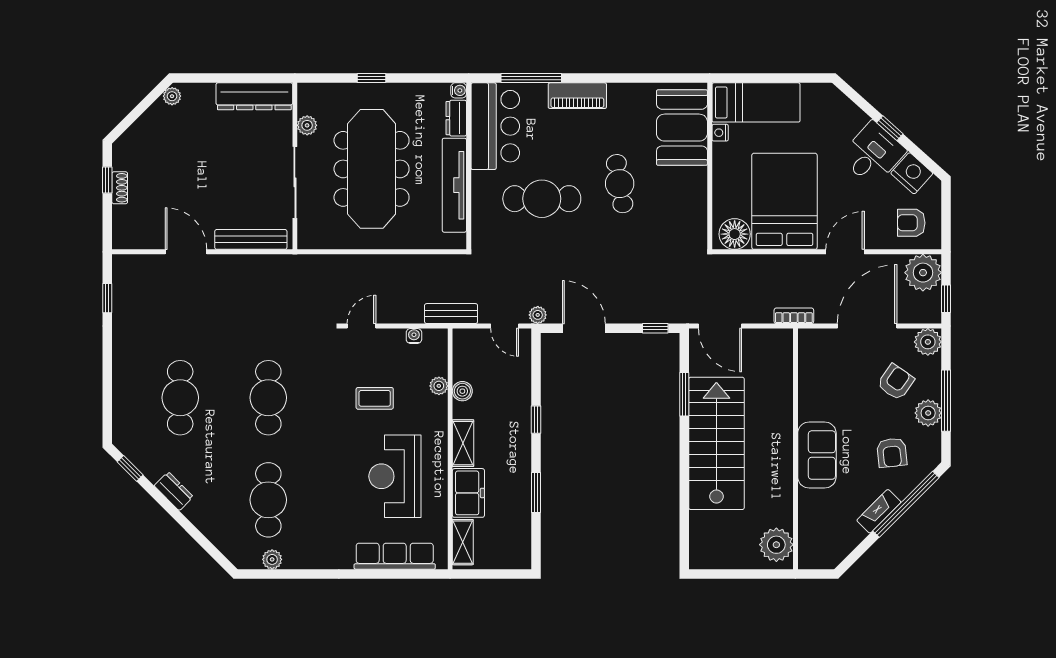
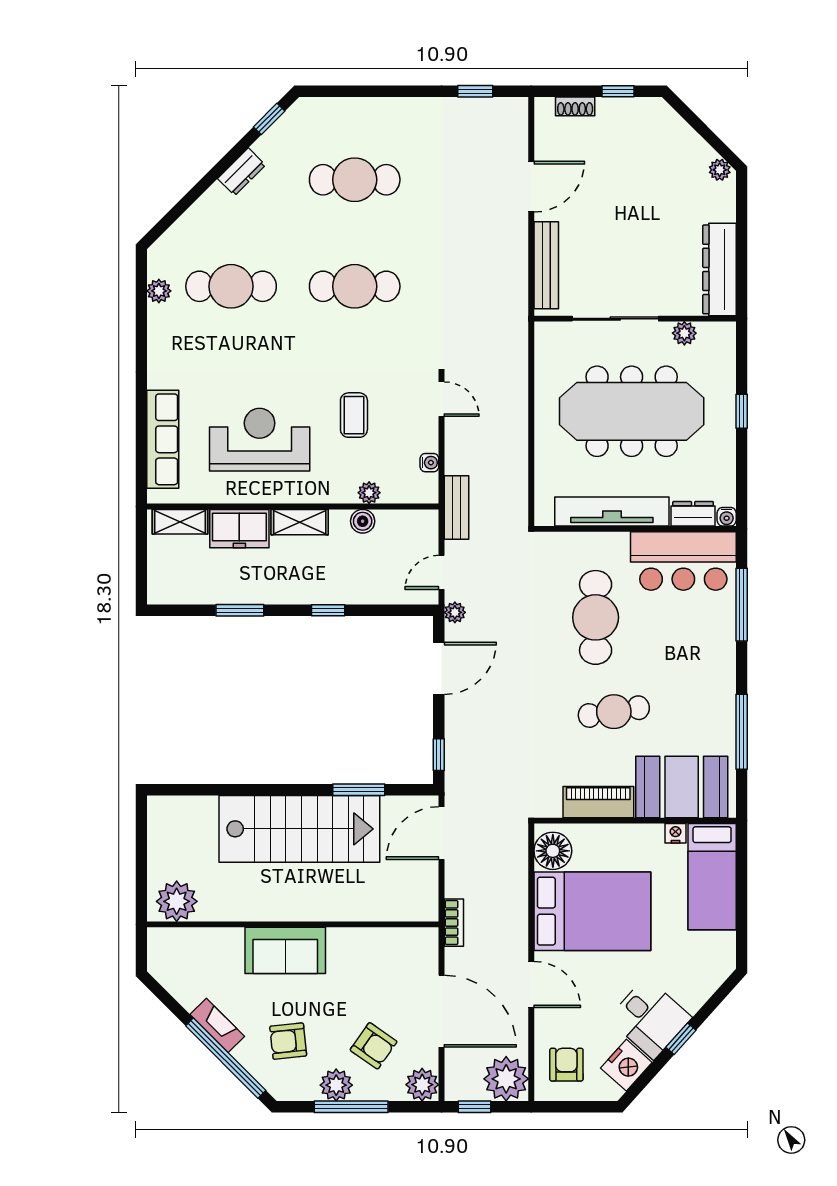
window: (636, 78) -> (742, 732), added
piano: (577, 96) -> (598, 802), moved, turned 90
shoe rack: (120, 188) -> (575, 106), moved

